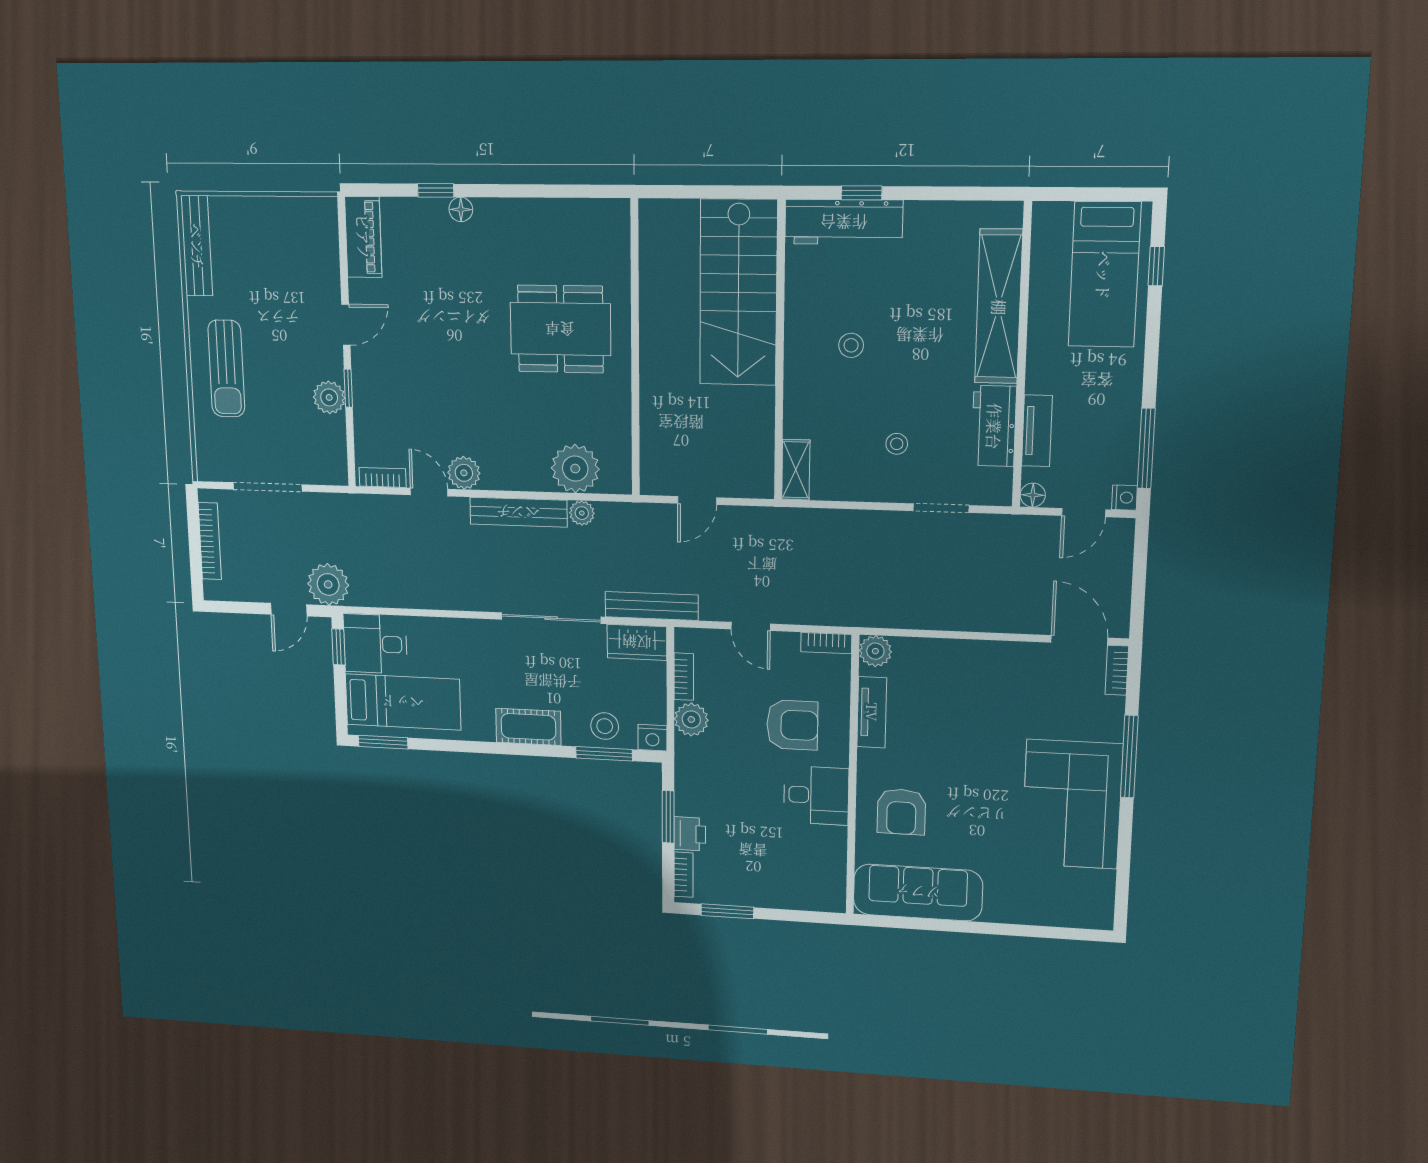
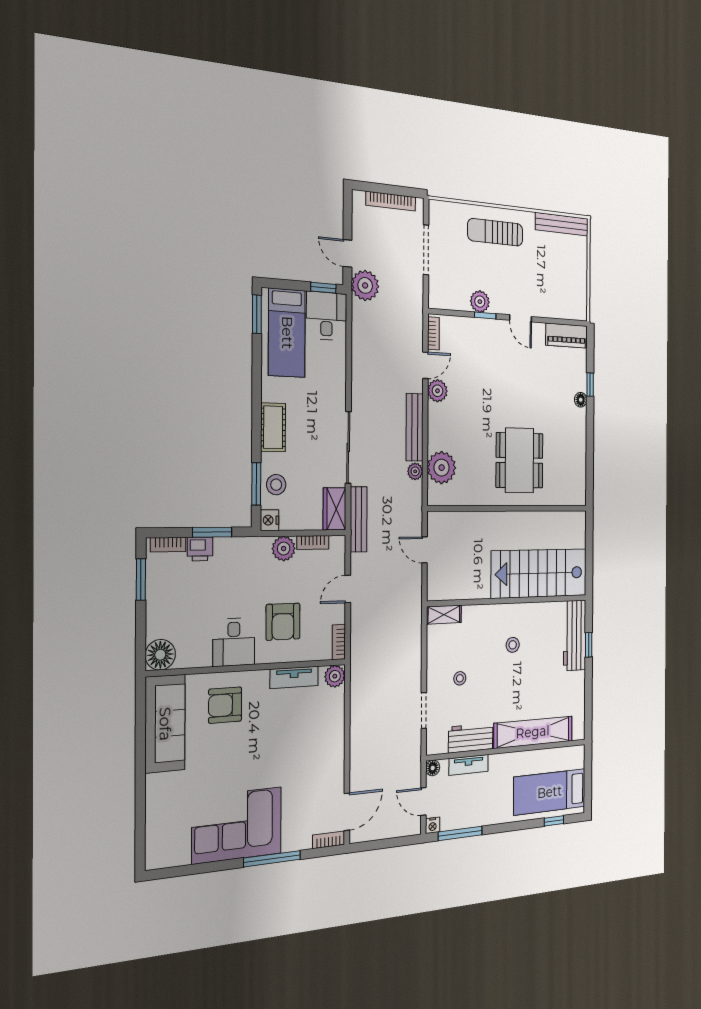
floor lamp: (826, 893) -> (160, 655), added

